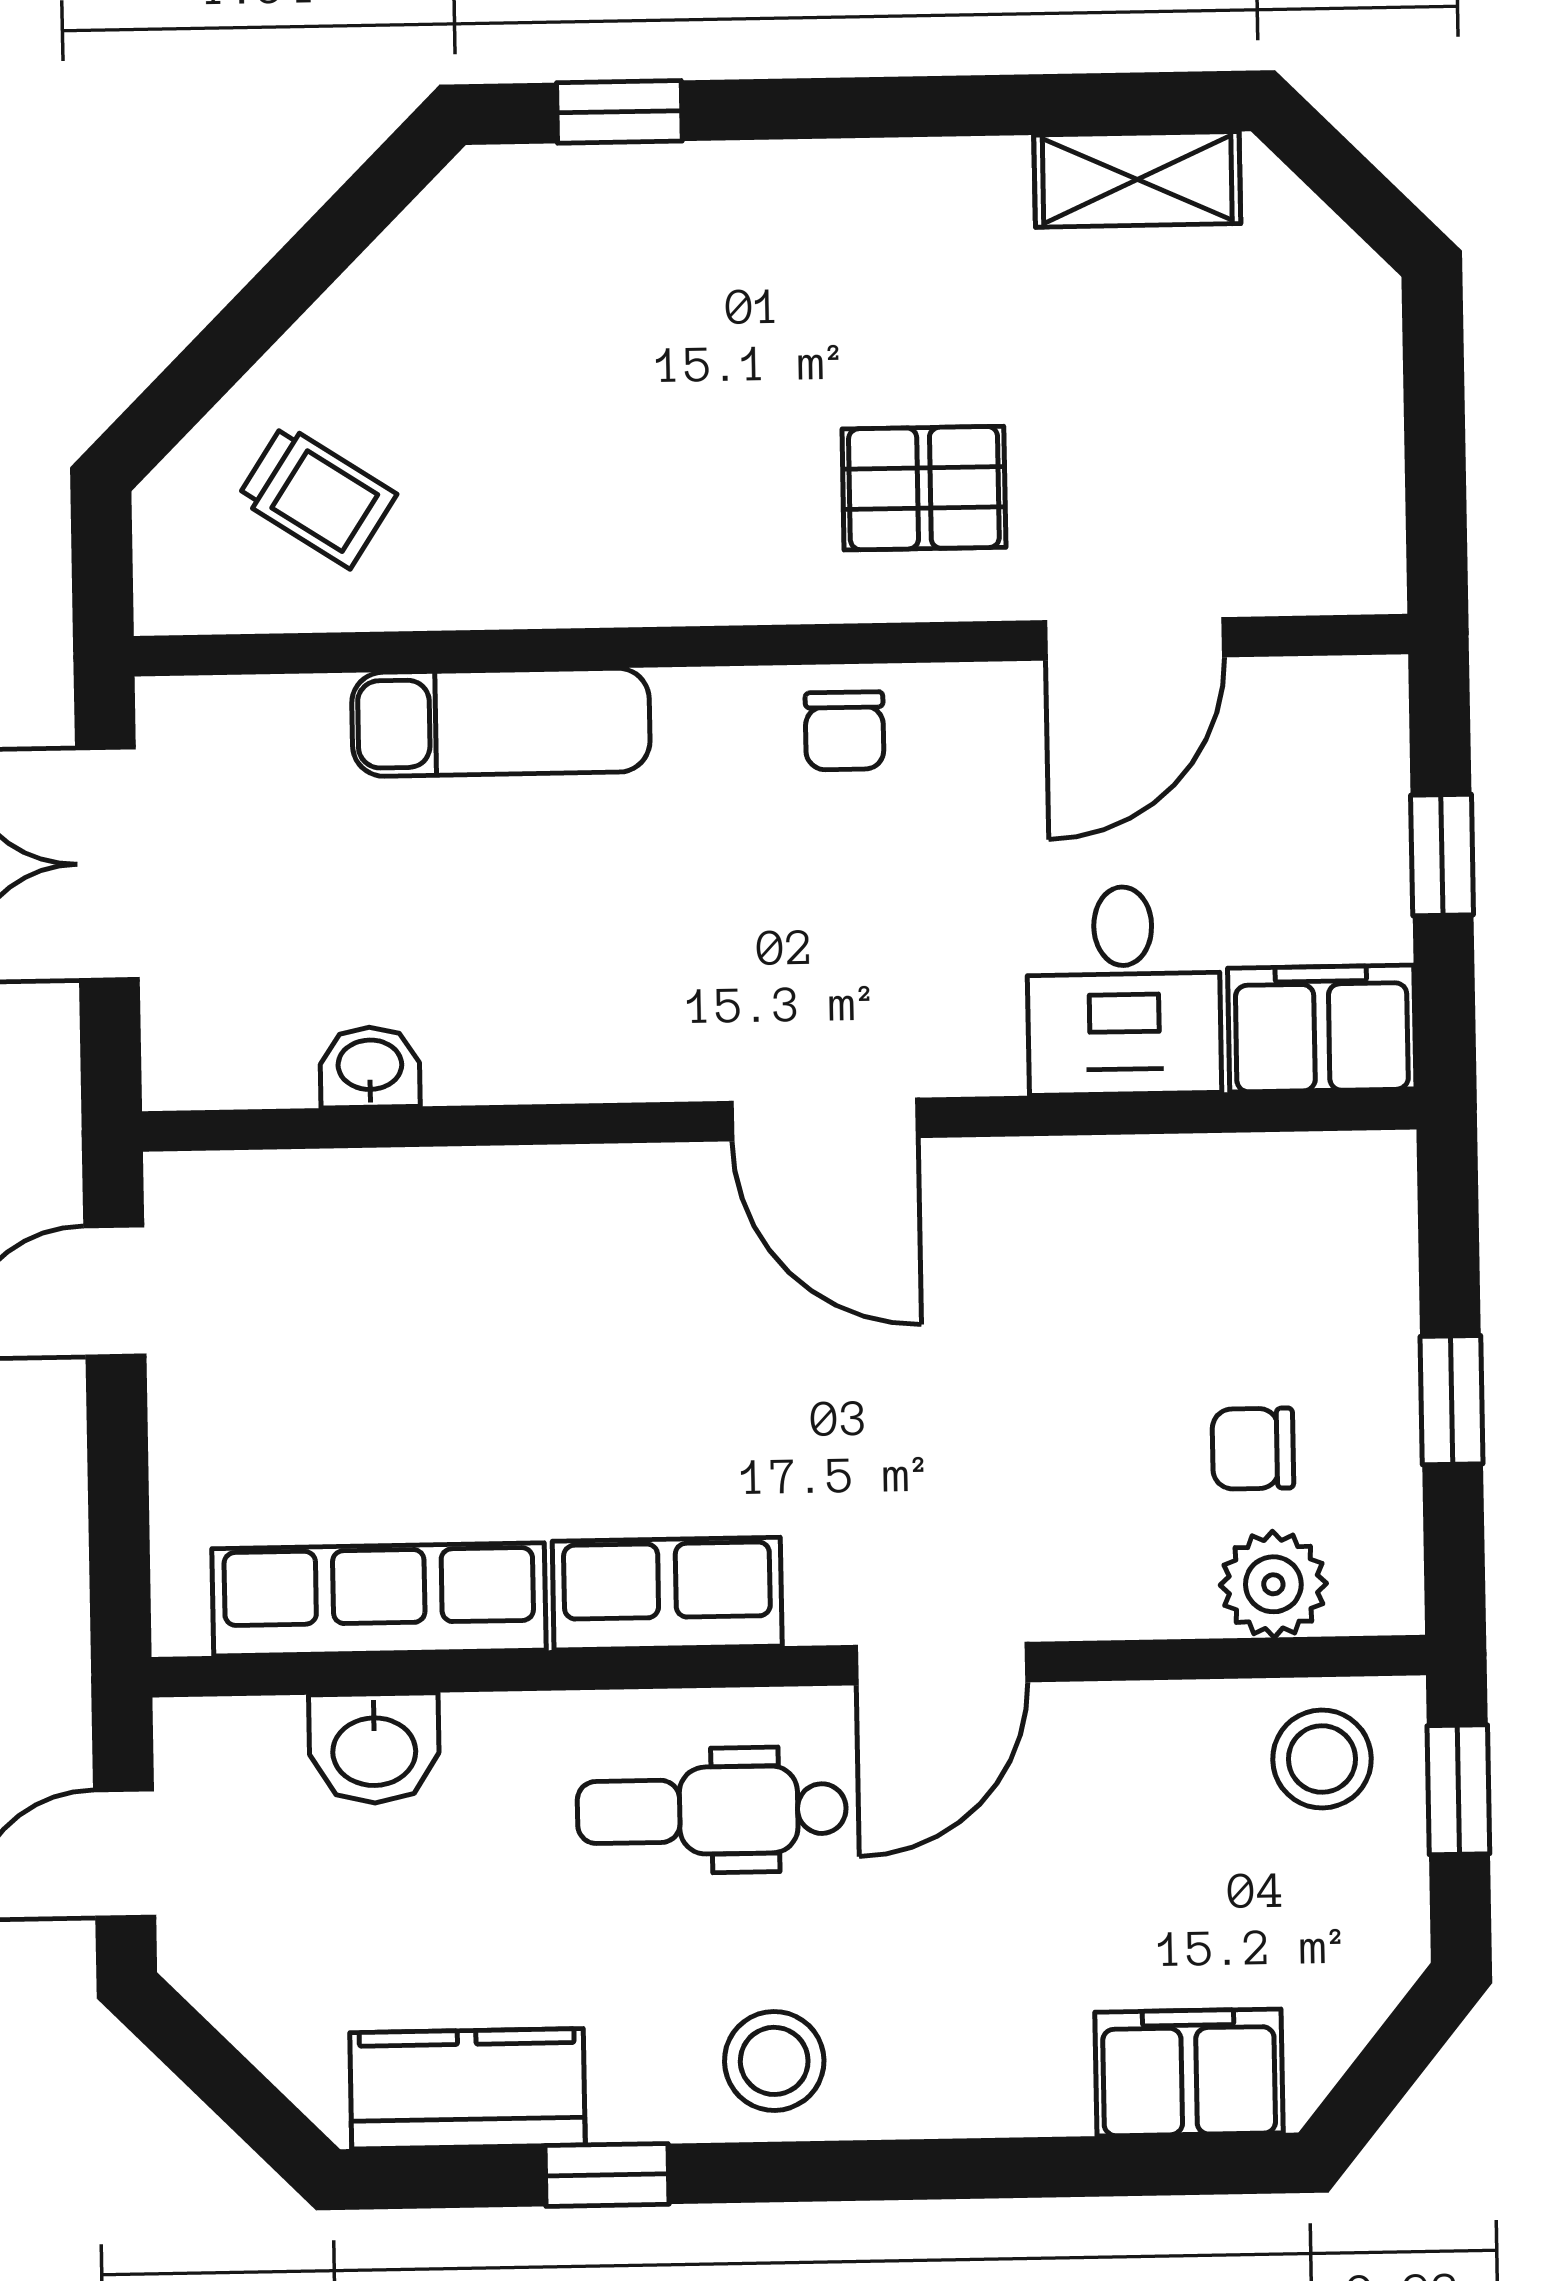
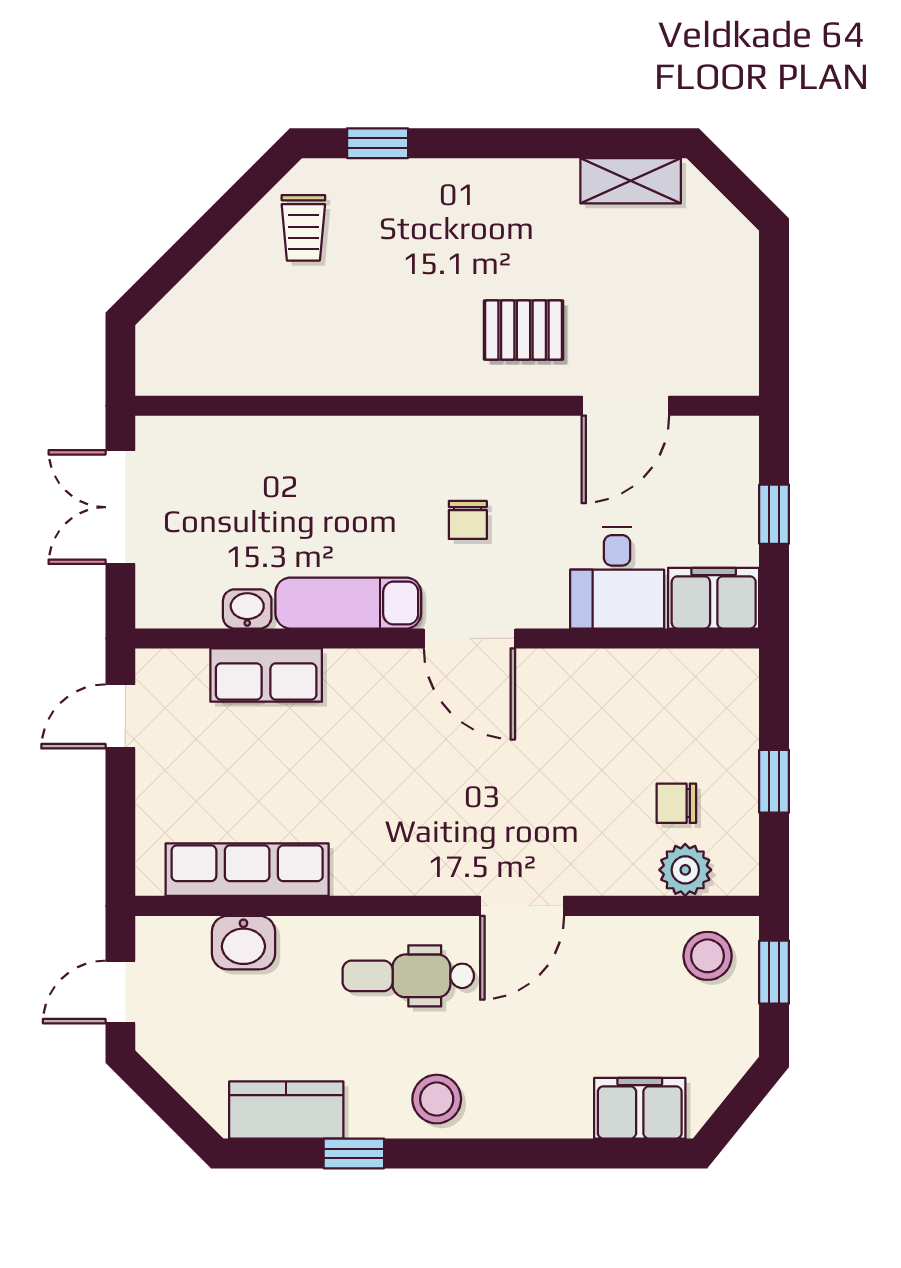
trolley: (317, 496) -> (303, 228), moved, turned 57
exam couch: (501, 722) -> (348, 603), moved, turned 180
chair: (845, 731) -> (468, 520), moved
row of seats: (667, 1594) -> (266, 675), moved, turned 180

